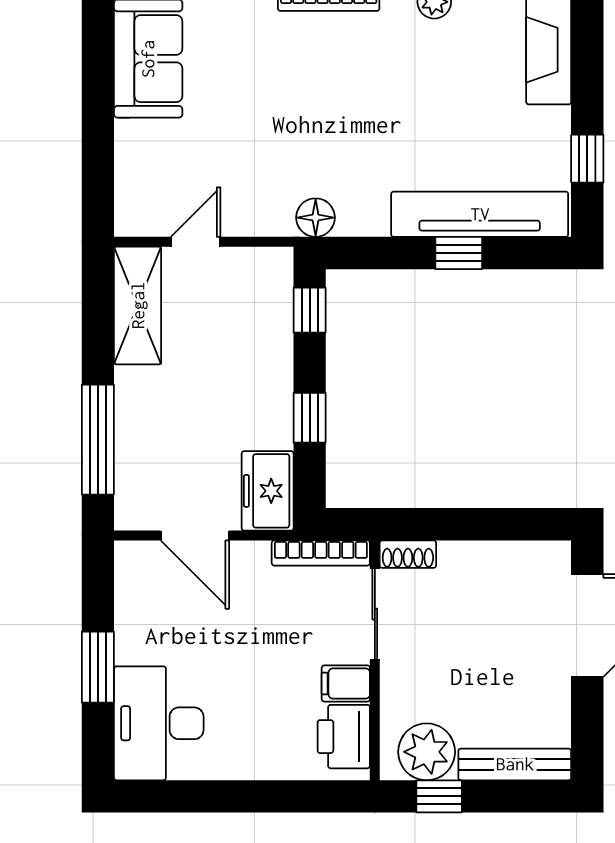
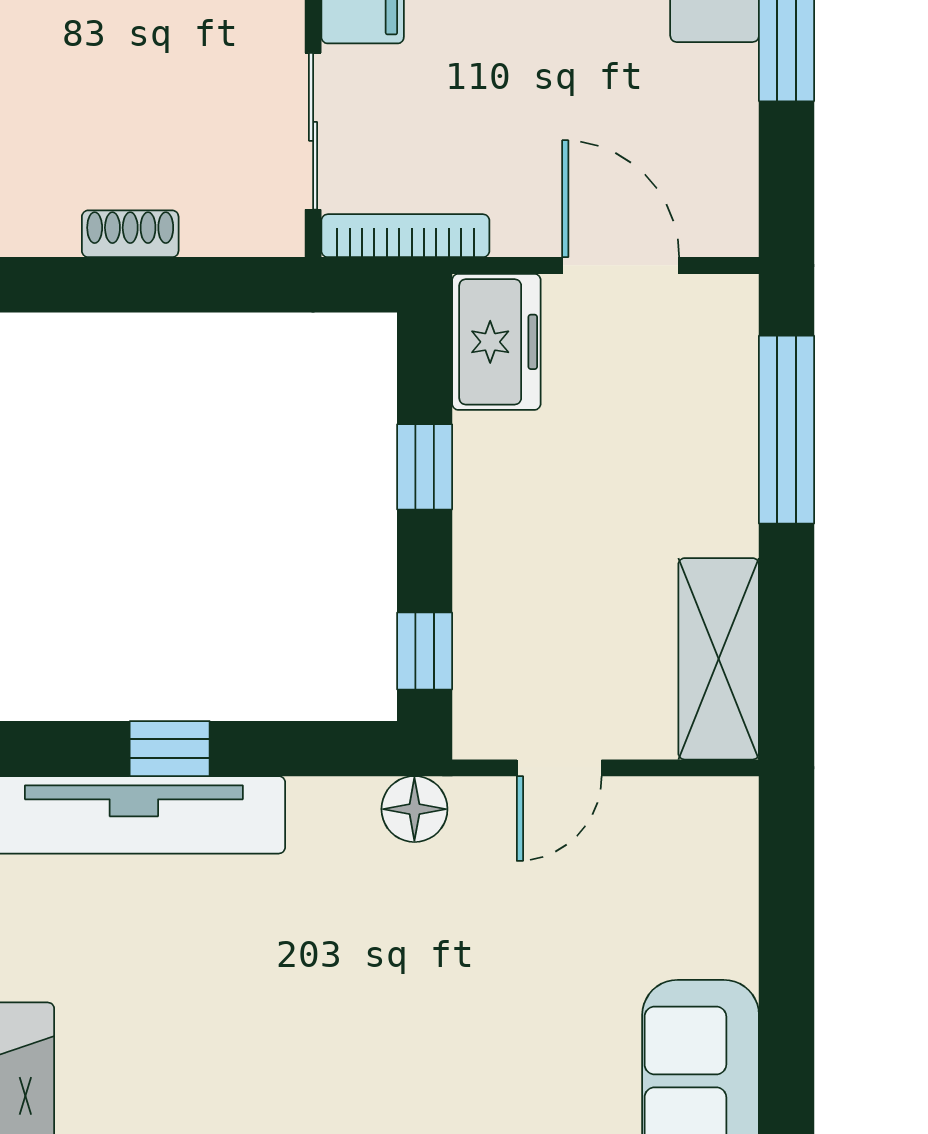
door: (196, 242) -> (559, 768), moved
shoe rack: (408, 554) -> (130, 234), moved

